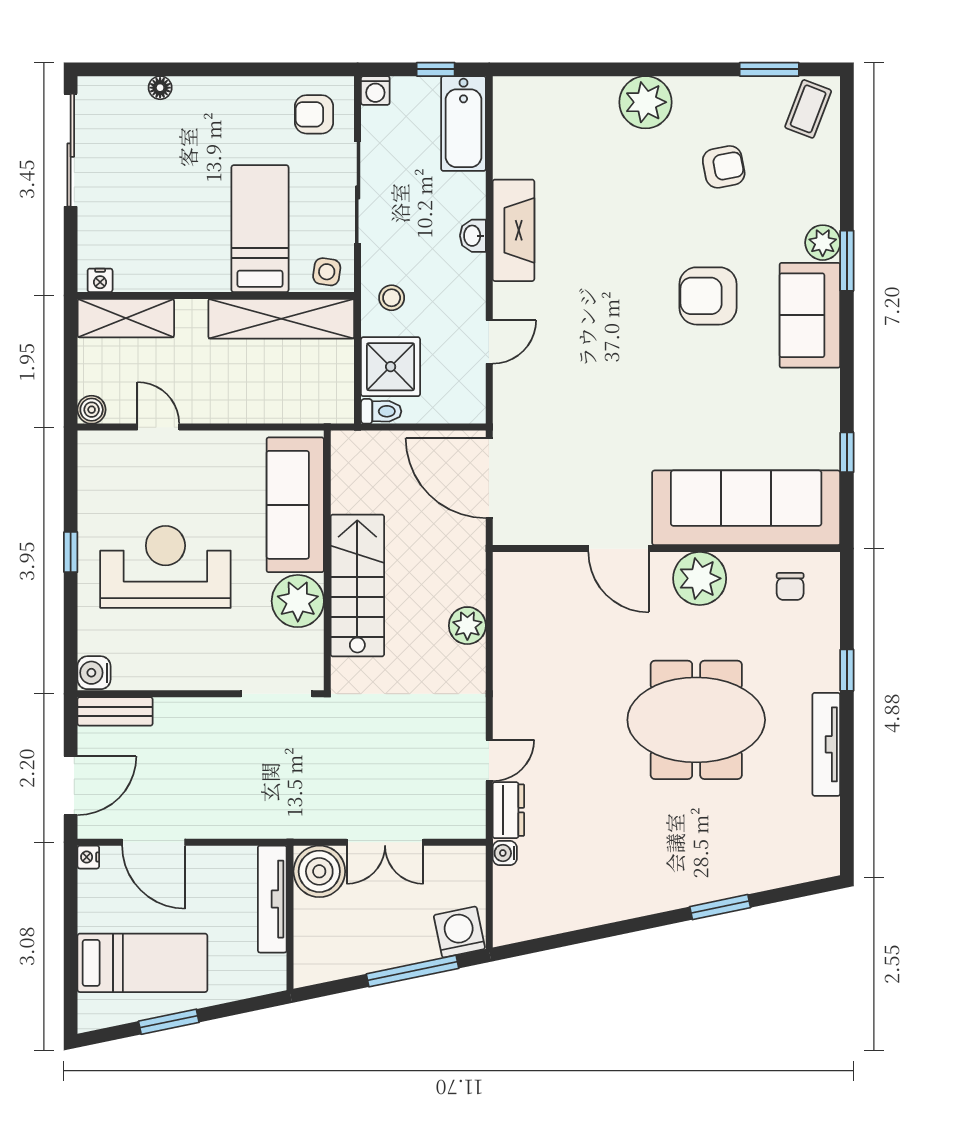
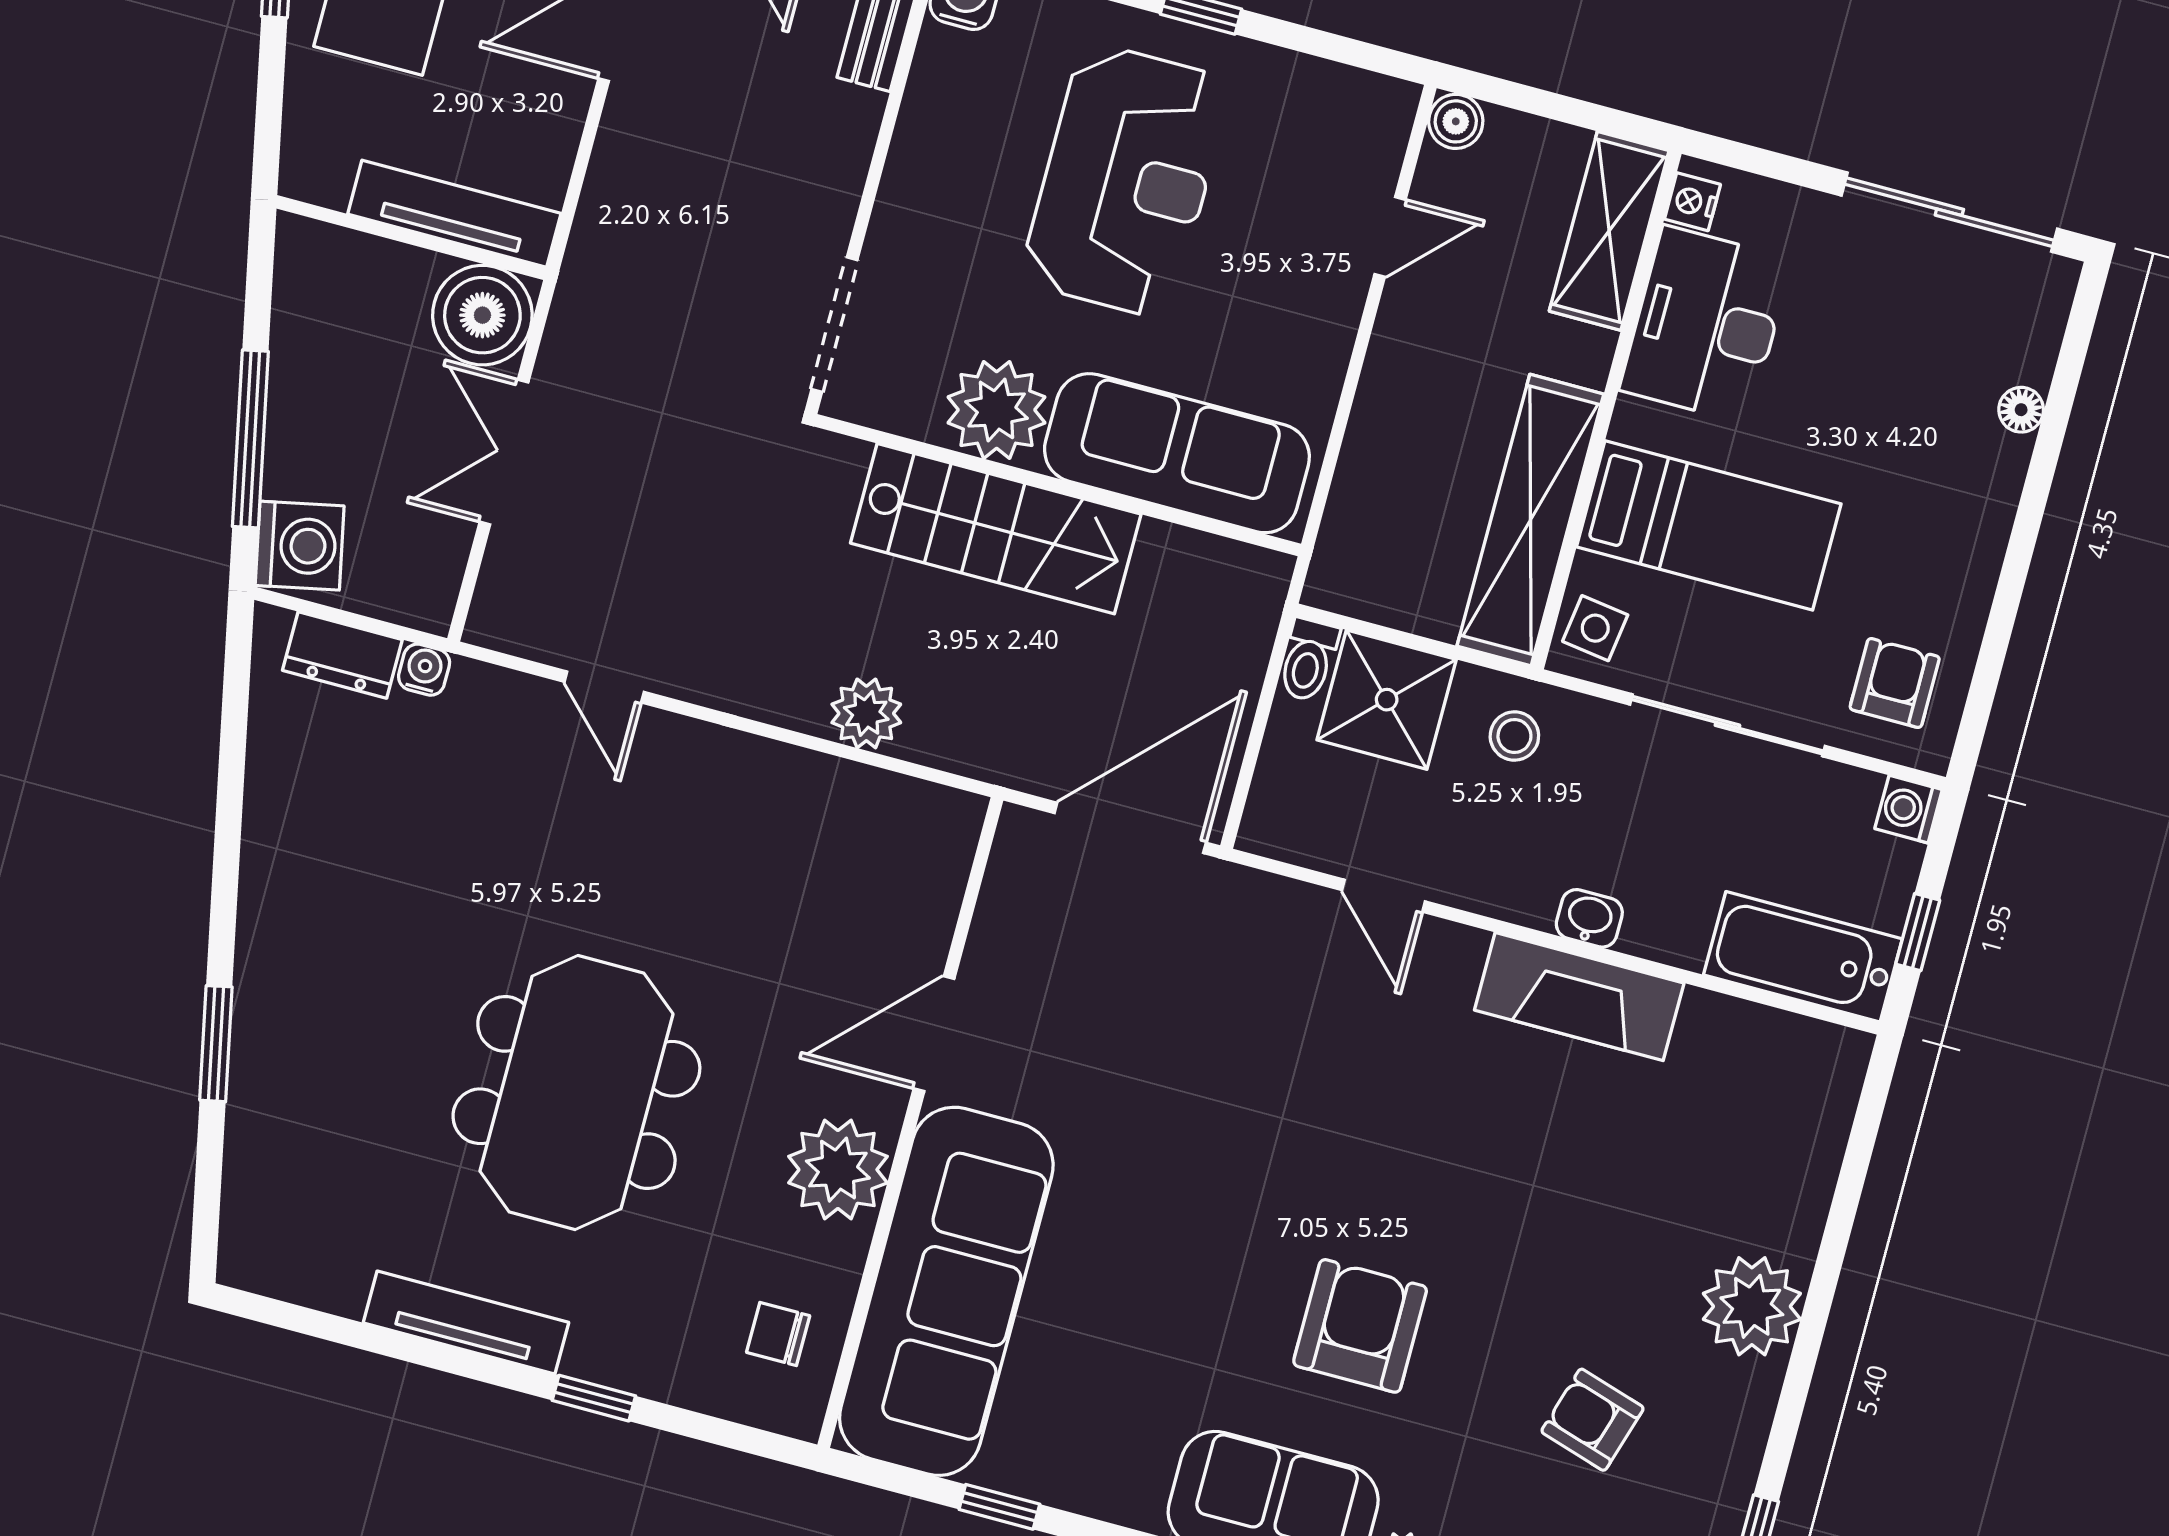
armchair: (724, 167) -> (1592, 1420), turned 118
desk: (160, 257) -> (1706, 325), added
dresser: (508, 810) -> (342, 655), moved

